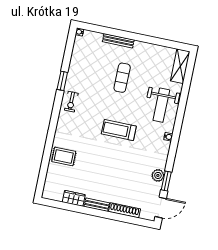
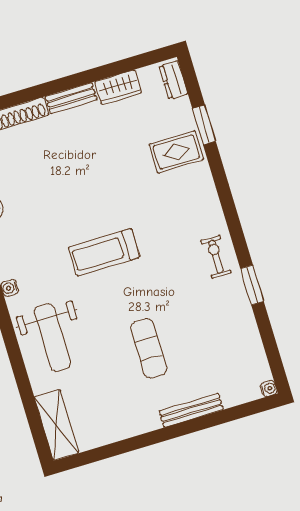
weight bench: (161, 105) -> (52, 337), turned 180
treadmill: (119, 130) -> (104, 252), turned 180
window: (45, 162) -> (204, 125), added
dresser: (48, 188) -> (173, 80), added

